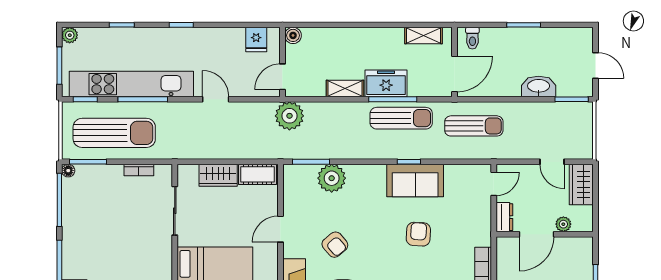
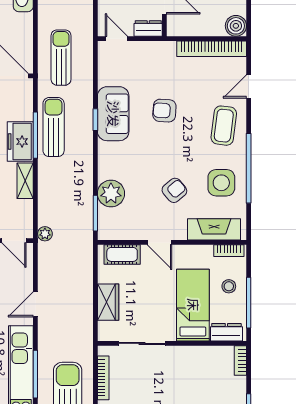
plant: (289, 116) -> (45, 234), width x0.53, depth x0.53
bookcase: (139, 170) -> (103, 378), width x1.56
cot: (258, 174) -> (122, 254), moved, turned 90

